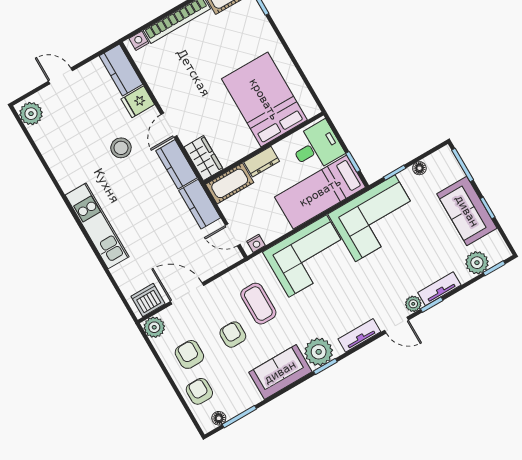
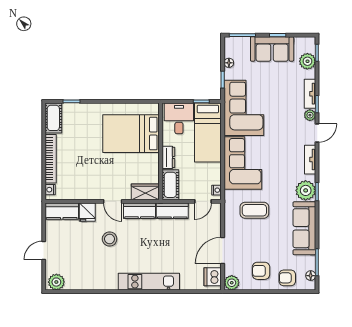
armchair: (233, 335) -> (264, 237), removed
sofa: (280, 372) -> (304, 228), width x1.36

